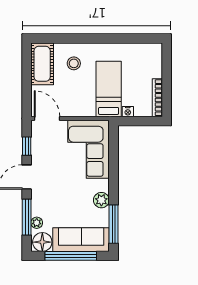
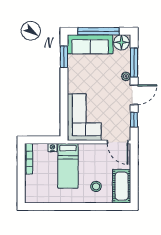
plant: (101, 200) -> (74, 76), removed
plant: (37, 223) -> (126, 76), moved
window: (114, 224) -> (64, 57), width x0.69

